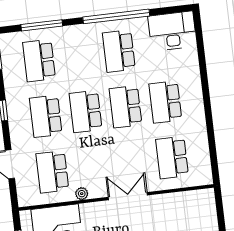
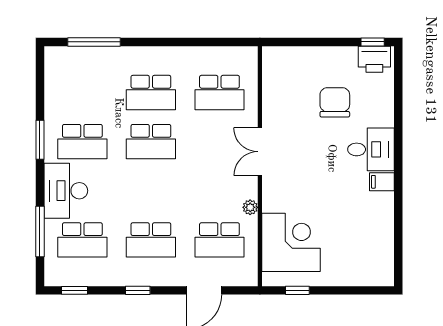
window: (116, 16) -> (40, 140), width x0.47
desk: (172, 31) -> (66, 191), moved
window: (201, 51) -> (94, 42), added
school desk: (86, 111) -> (151, 191), removed

